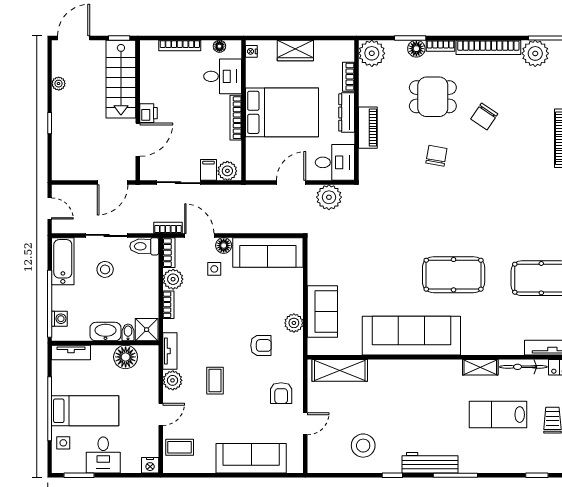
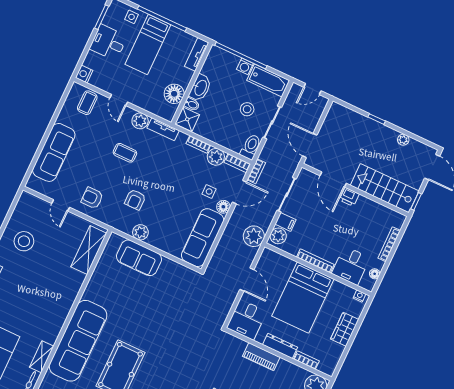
plant: (329, 197) -> (254, 236), moved
washing machine: (59, 319) -> (245, 66), moved
sofa: (411, 336) -> (78, 341), moved

